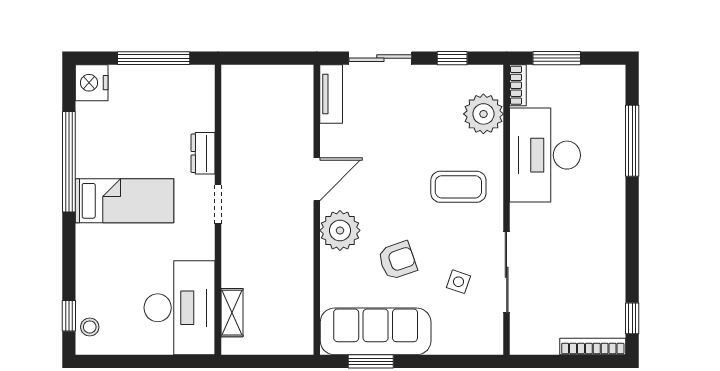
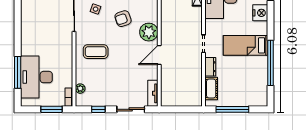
nightstand: (92, 83) -> (260, 13), moved
cot: (201, 105) -> (211, 88), added
plant: (483, 114) -> (80, 89), width x0.53, depth x0.53
desk: (545, 155) -> (36, 77), moved, turned 180

